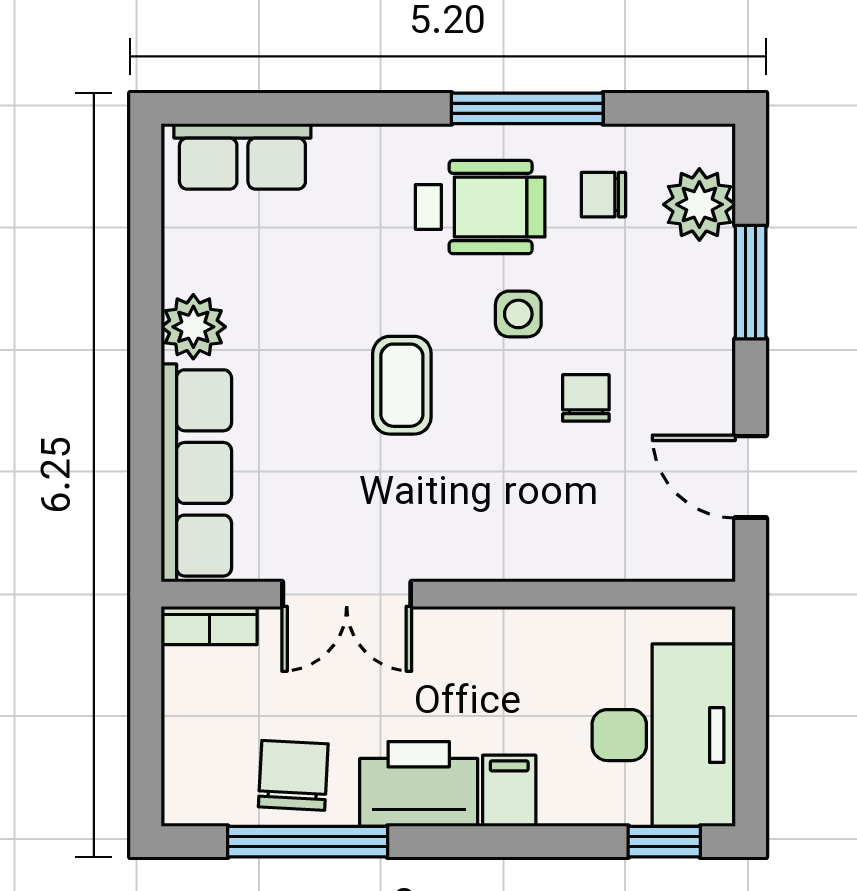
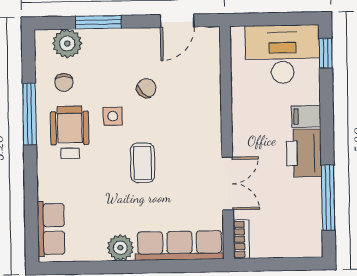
coffee table: (402, 385) -> (143, 163), turned 90
chair: (586, 398) -> (146, 88), turned 134
chair: (293, 775) -> (301, 204), removed

